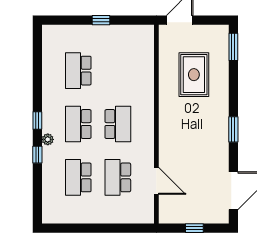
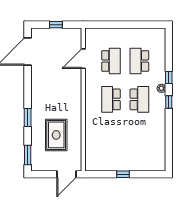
school desk: (78, 71) -> (139, 138), removed
window: (233, 129) -> (28, 118), moved
school desk: (78, 177) -> (139, 61), turned 180
door: (156, 181) -> (83, 59), hinge flipped

